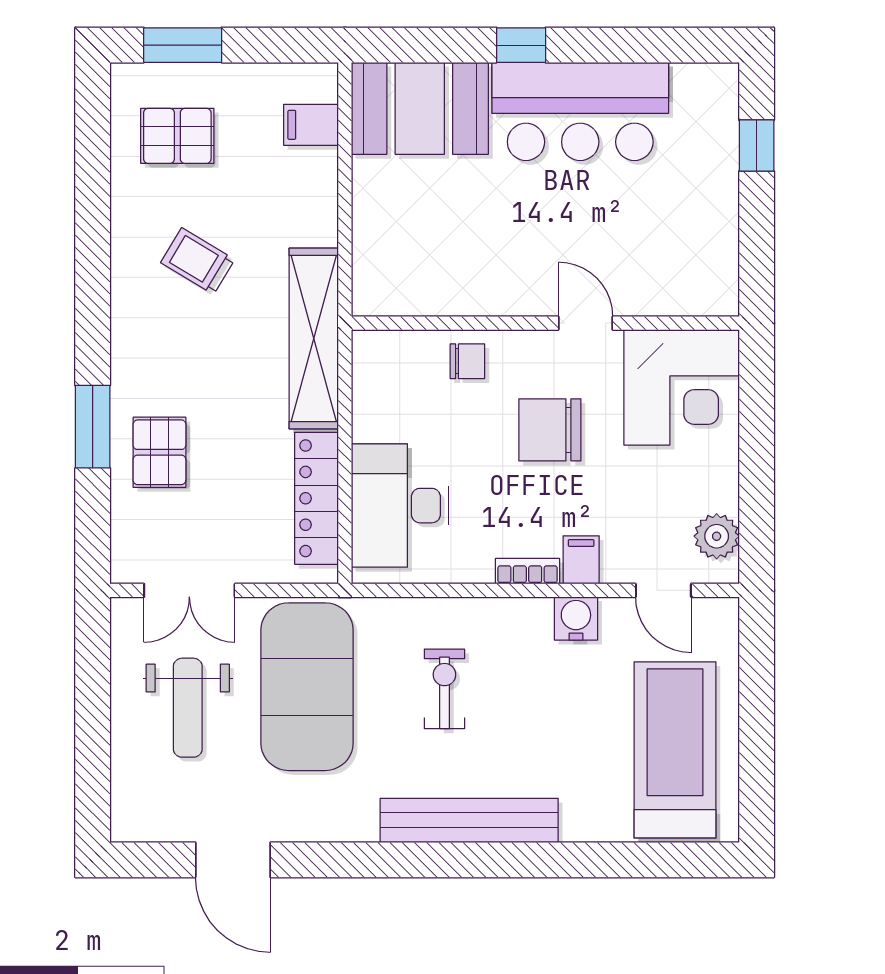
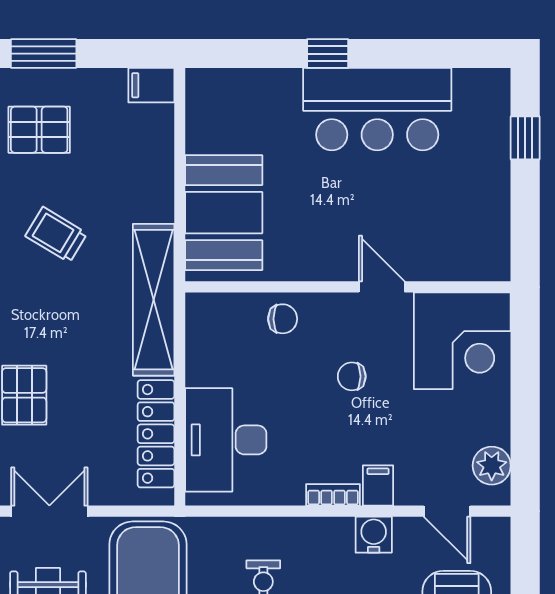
booth: (420, 108) -> (224, 213), moved, turned 90
filing cabinet: (311, 125) -> (151, 85), moved
chair: (550, 430) -> (352, 376), width x0.54, depth x0.54
double door: (189, 590) -> (49, 511), swing flipped

